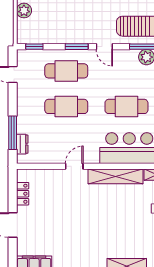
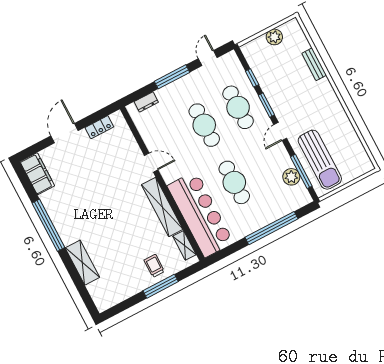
window: (34, 47) -> (252, 78), moved
window: (13, 133) -> (172, 77), moved

